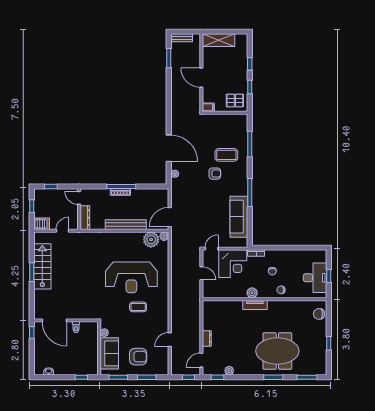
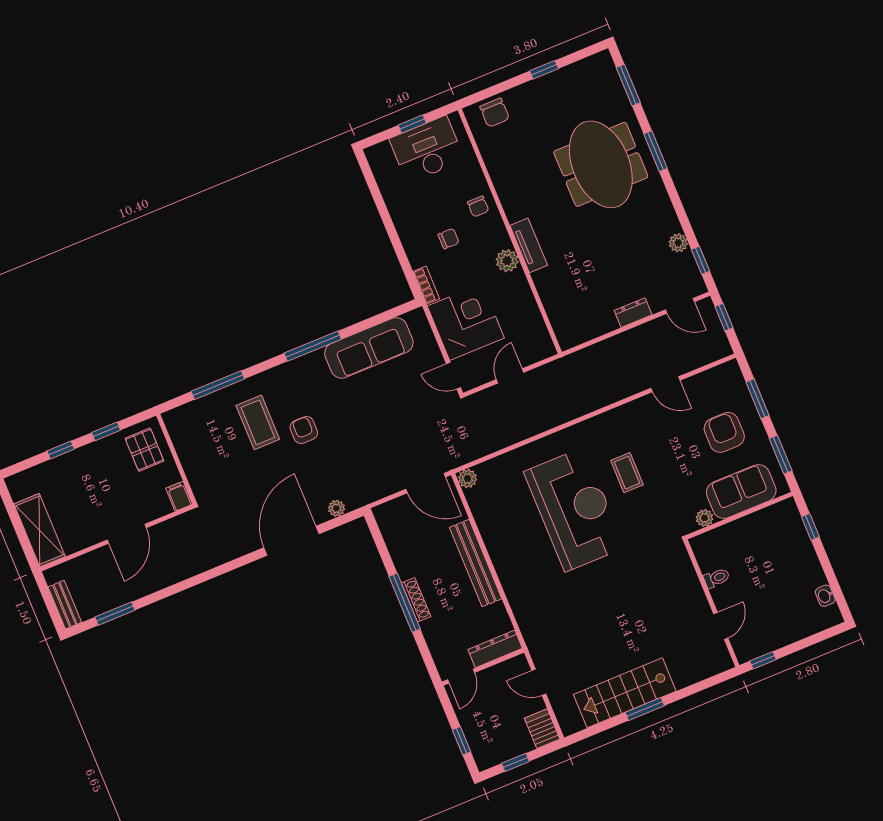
plant: (151, 240) -> (484, 501), removed
door: (54, 320) -> (721, 626), width x0.53

